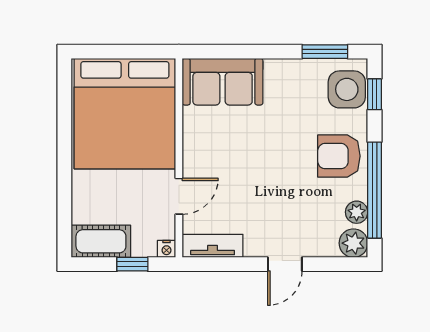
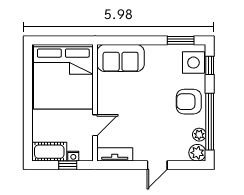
nightstand: (166, 249) -> (73, 156), moved

